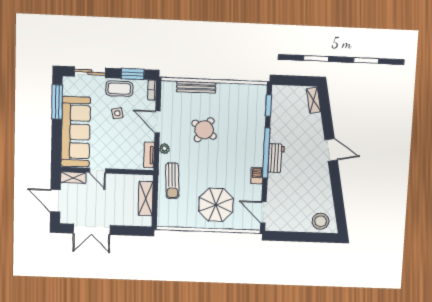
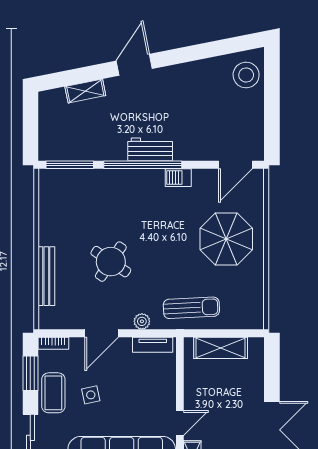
shelving: (313, 100) -> (85, 91), moved
window: (269, 105) -> (70, 165), width x1.44

